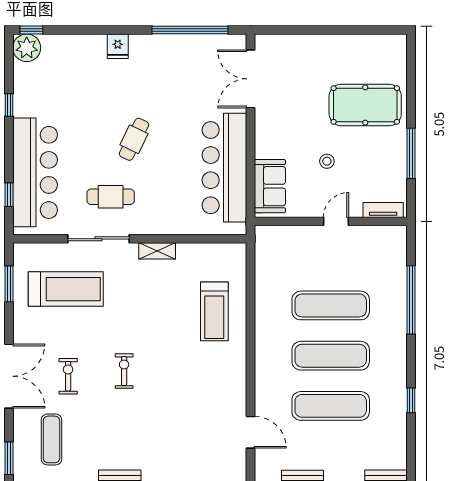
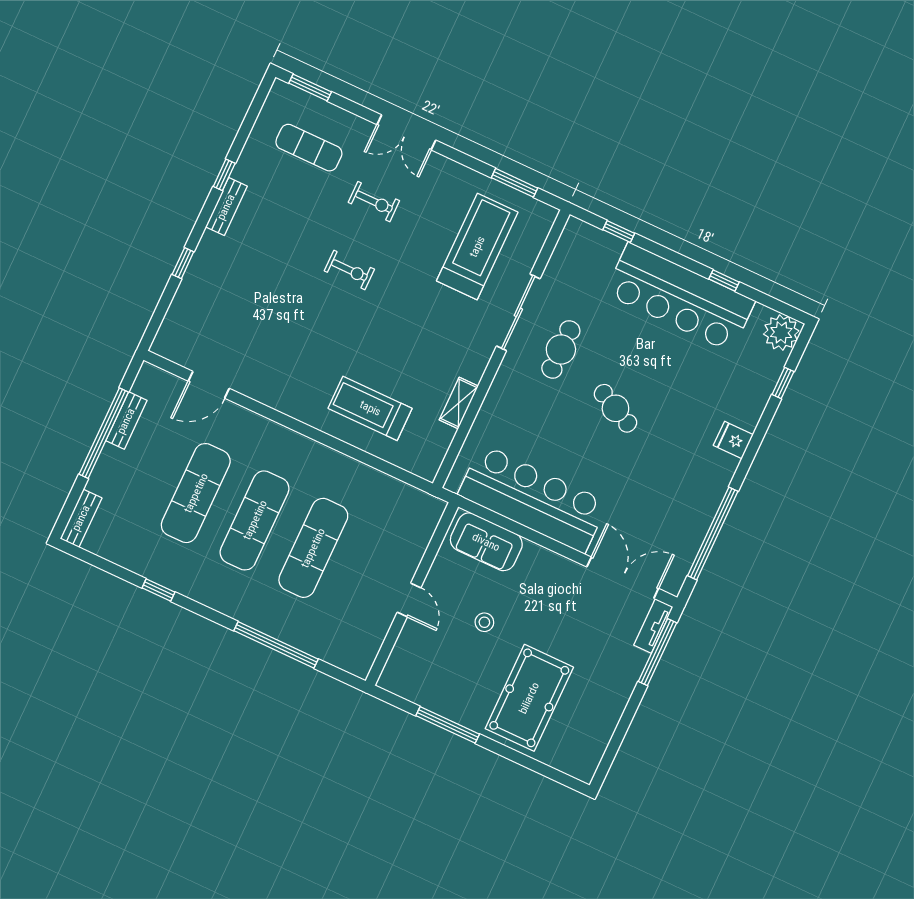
window: (31, 30) -> (783, 383), moved
window: (291, 30) -> (657, 652), added
bar counter: (35, 172) -> (680, 297), moved
tv unit: (383, 210) -> (653, 626), moved, turned 180
shelving: (157, 251) -> (459, 403), moved
treadmill: (66, 289) -> (477, 247), turned 180
double door: (9, 376) -> (406, 132), width x0.73

